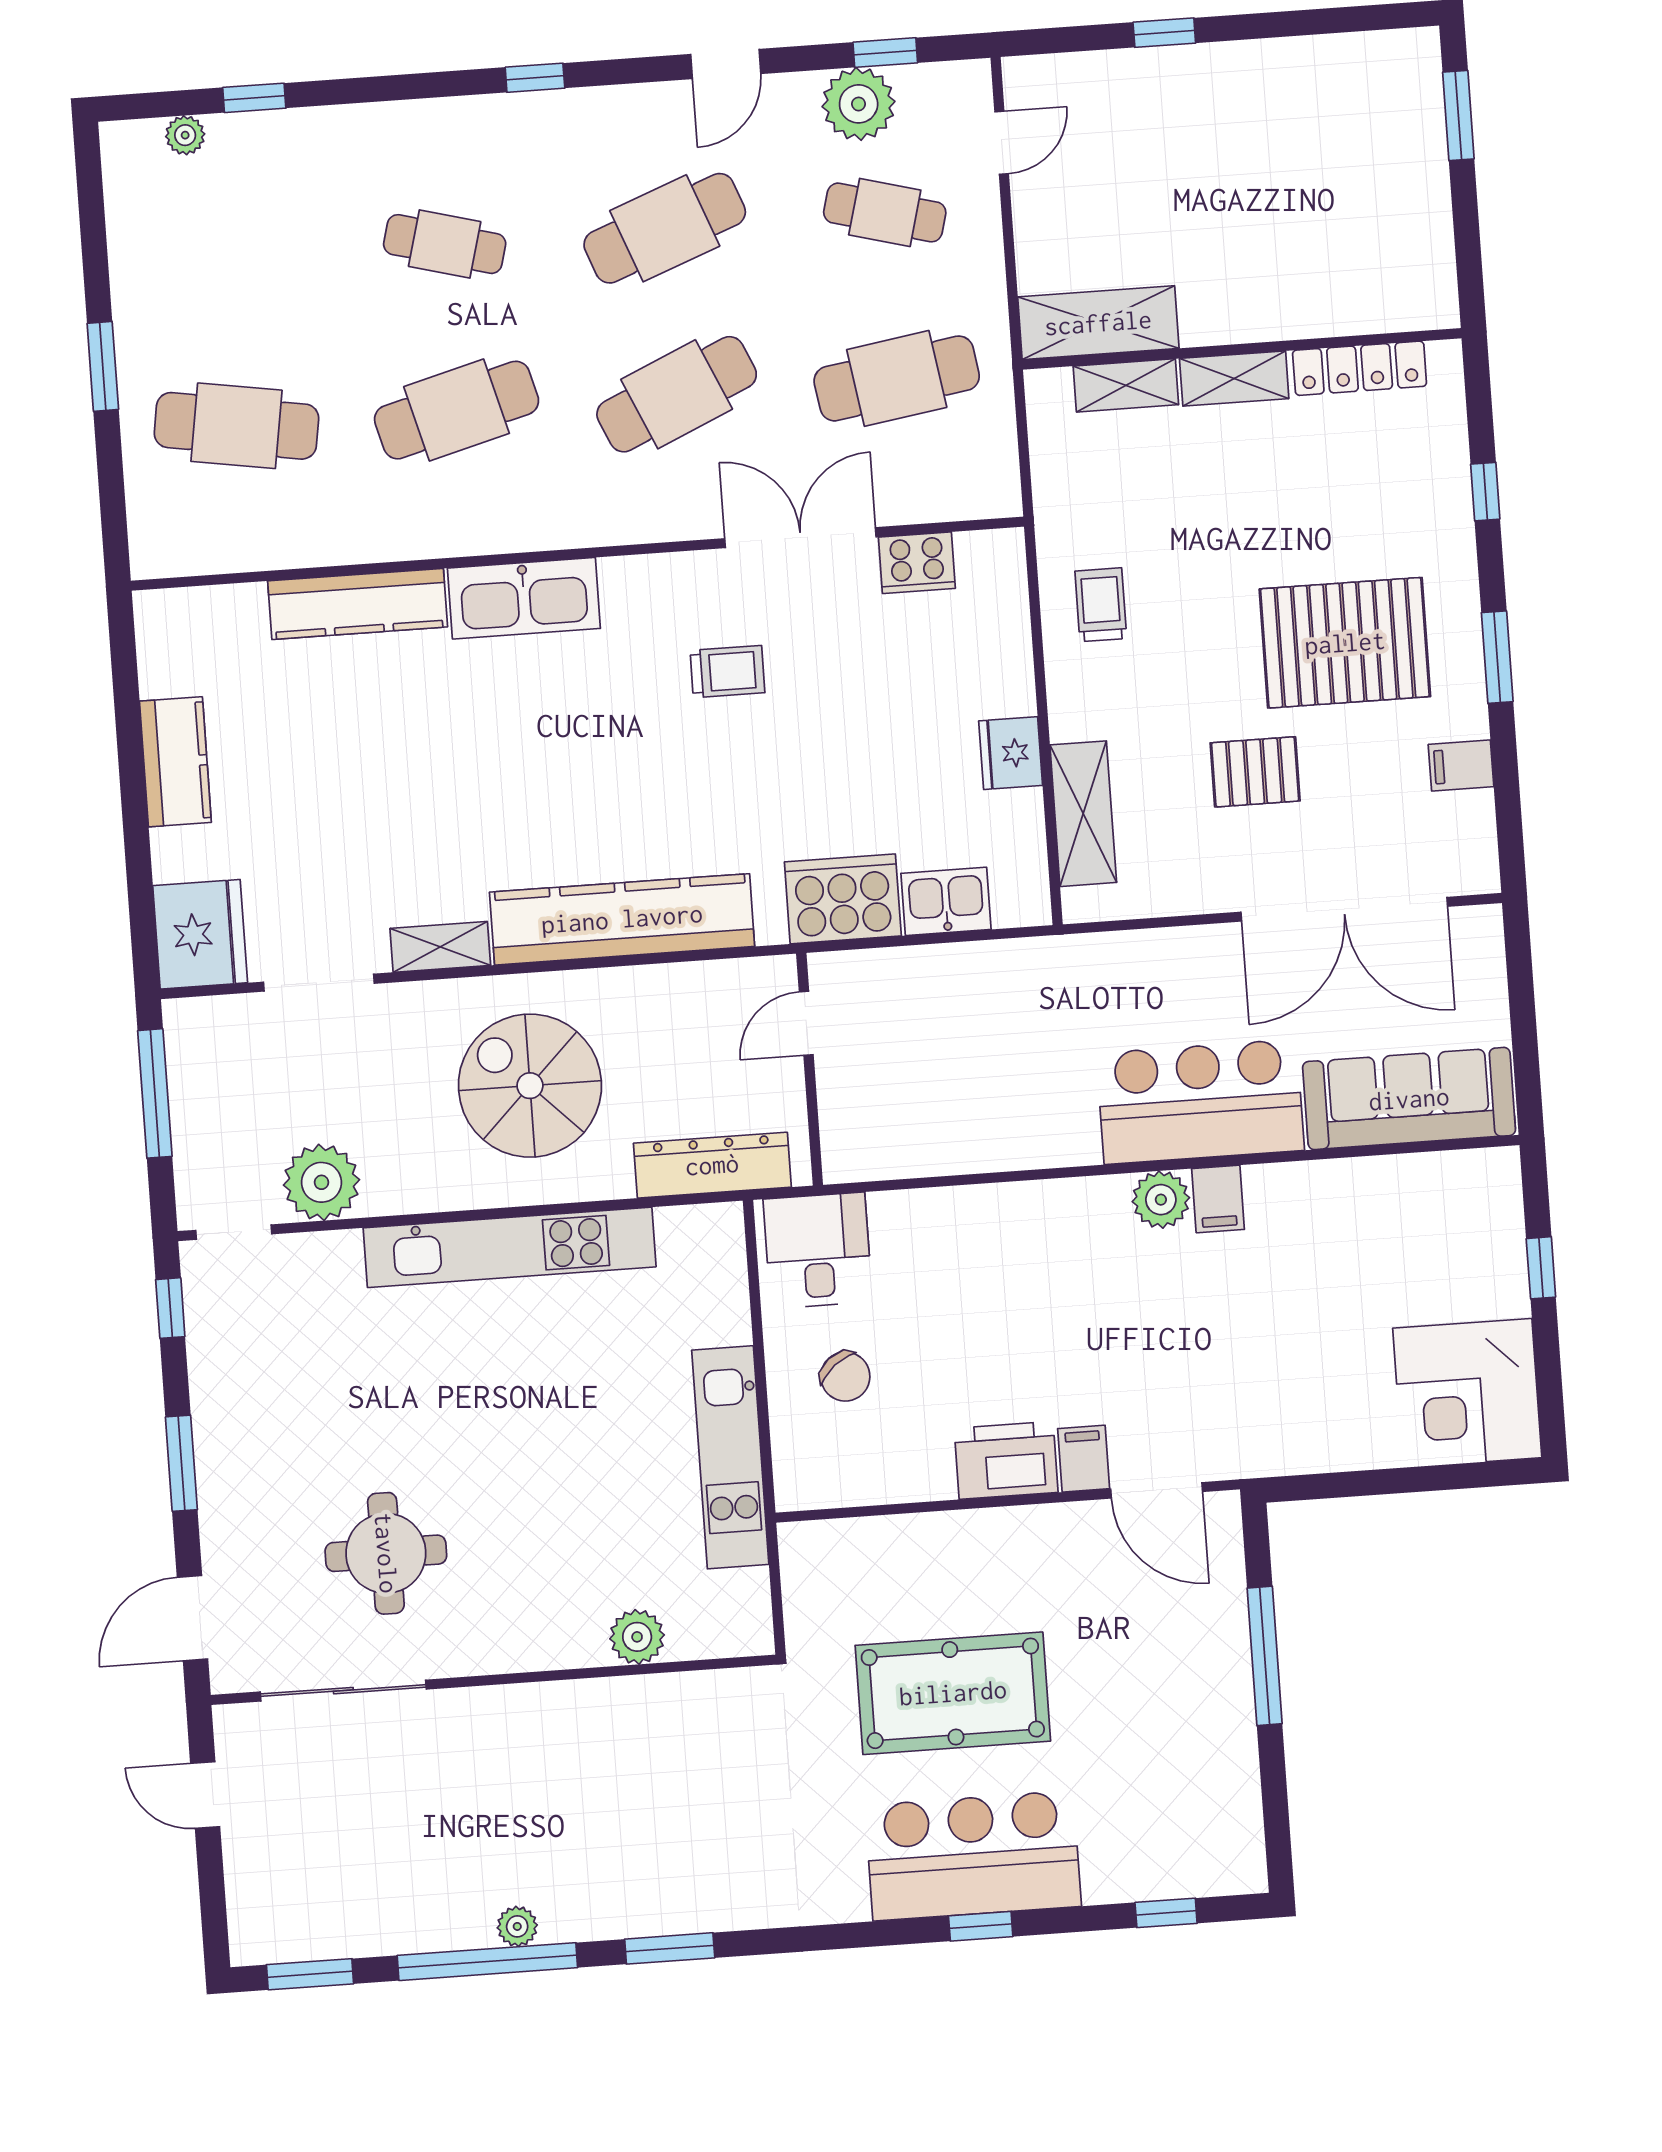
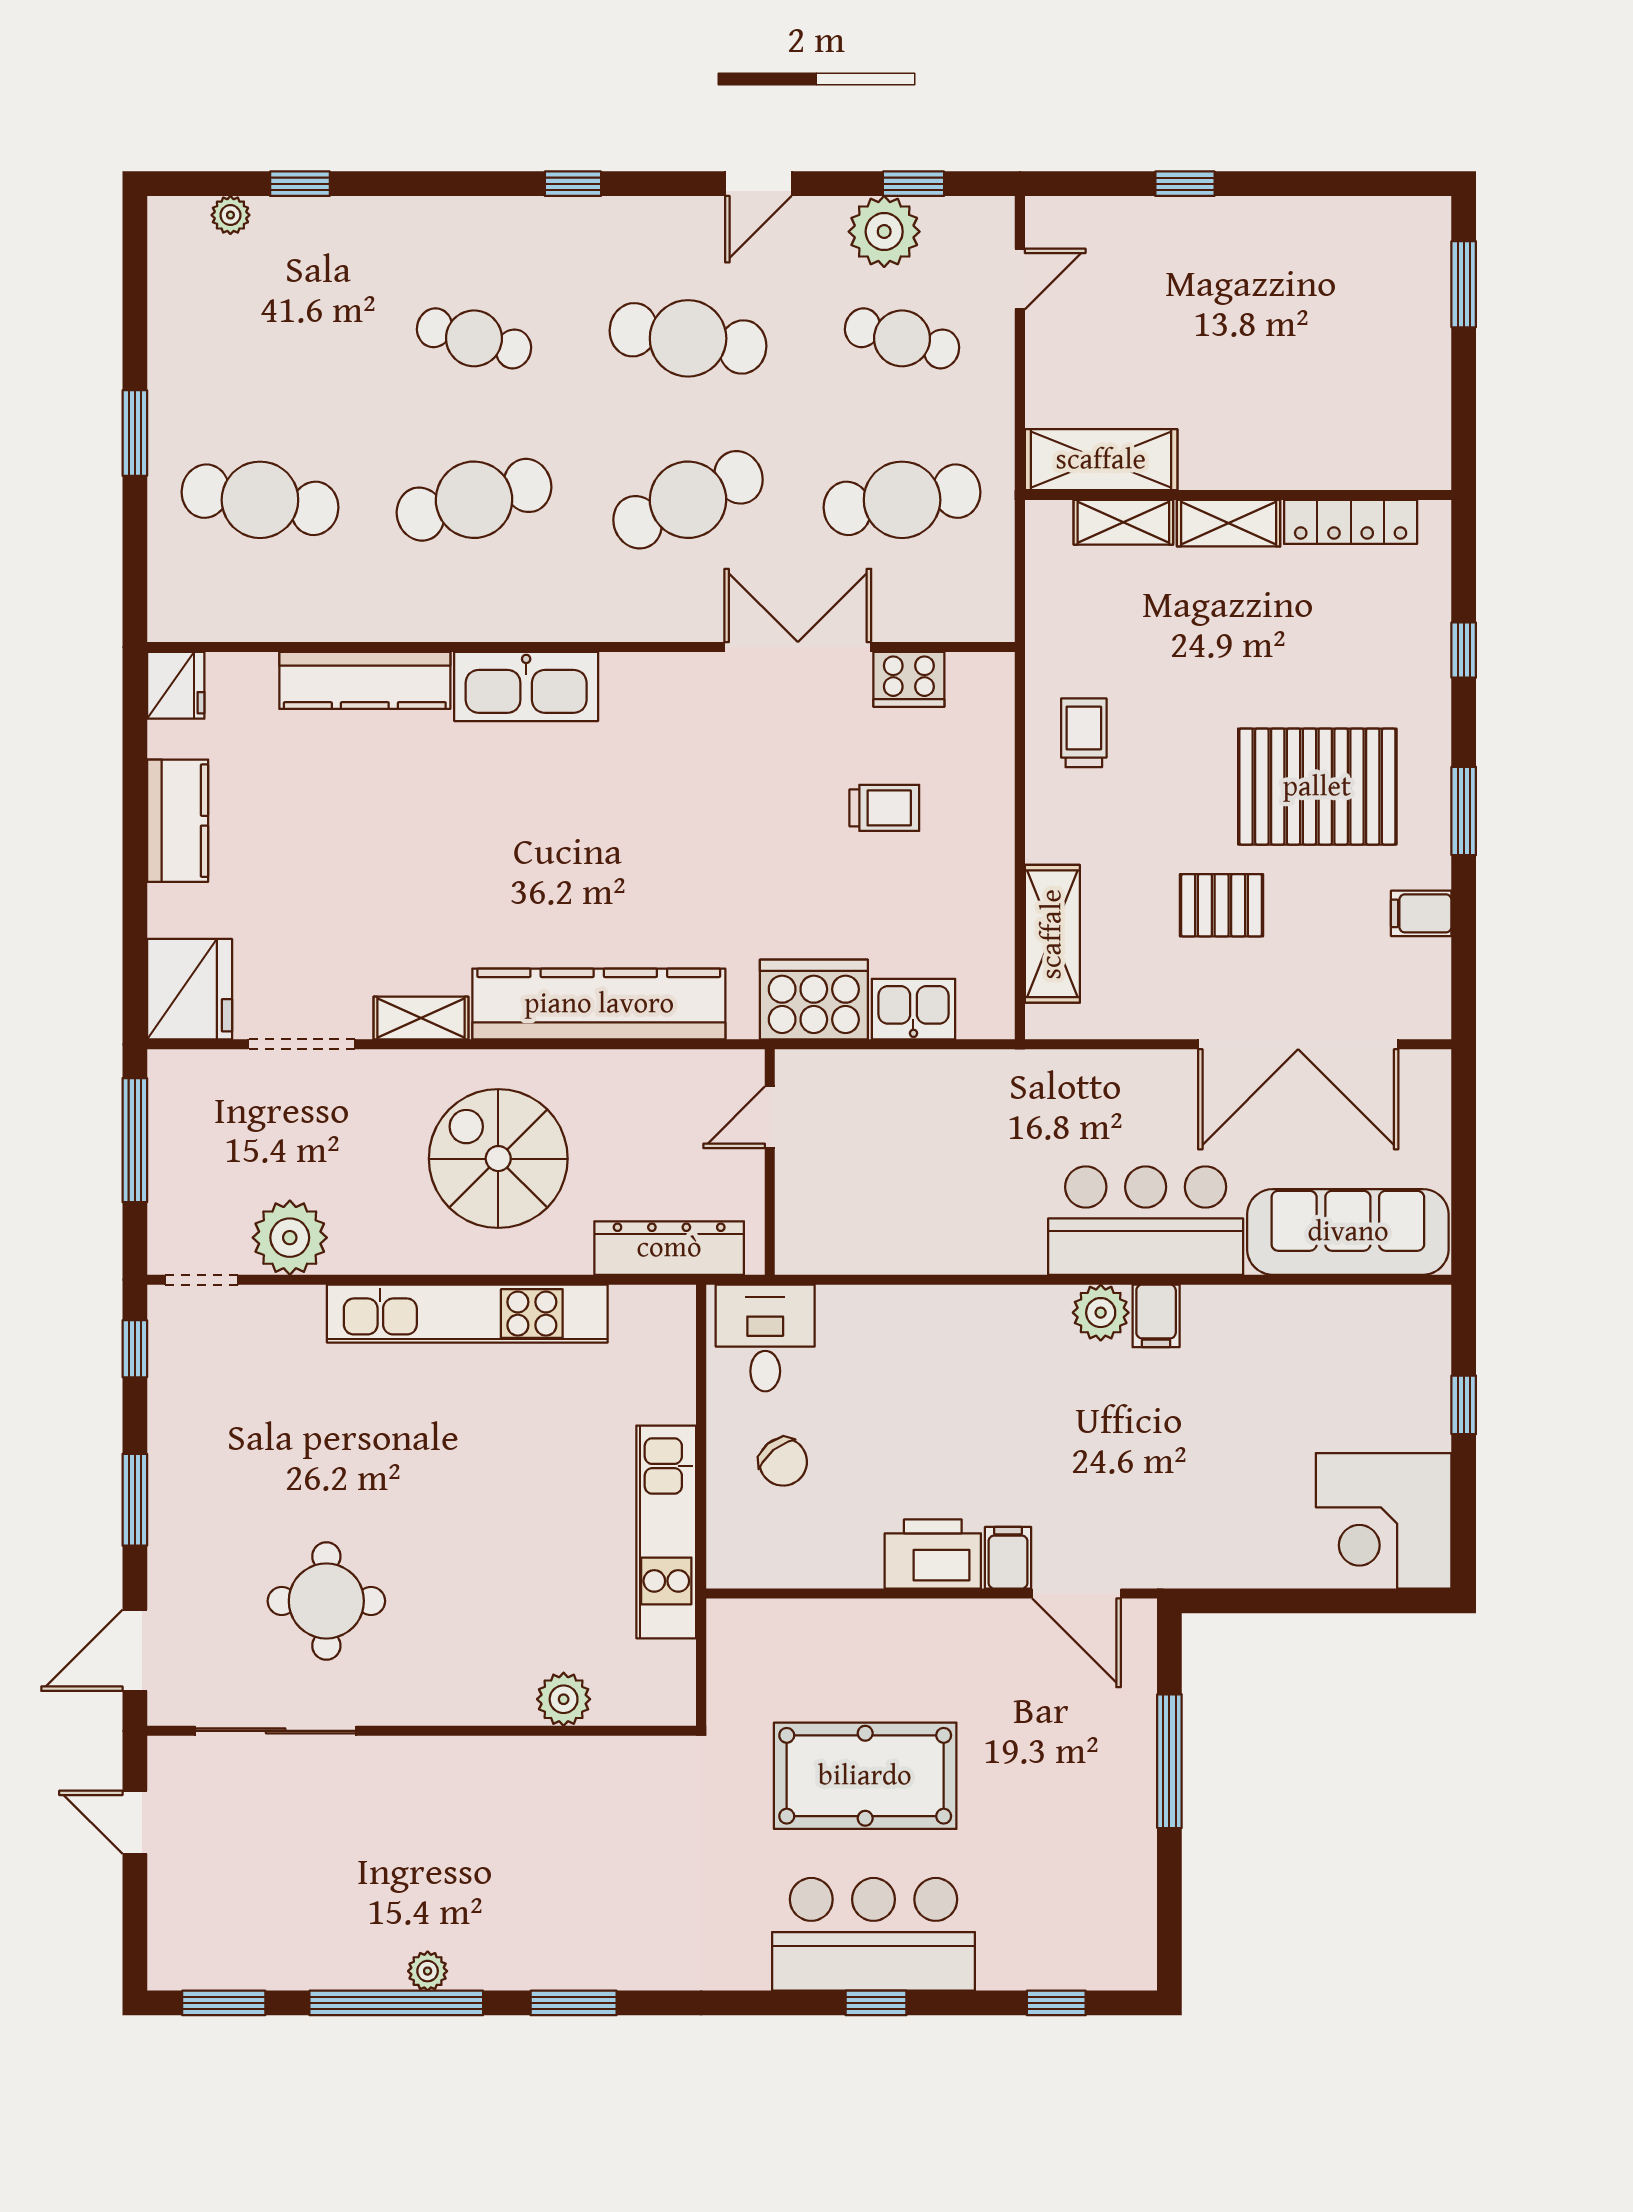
cafe table: (665, 228) -> (688, 338), turned 30
trolley: (727, 672) -> (884, 808), moved
fridge: (1011, 753) -> (176, 685), moved, turned 180

